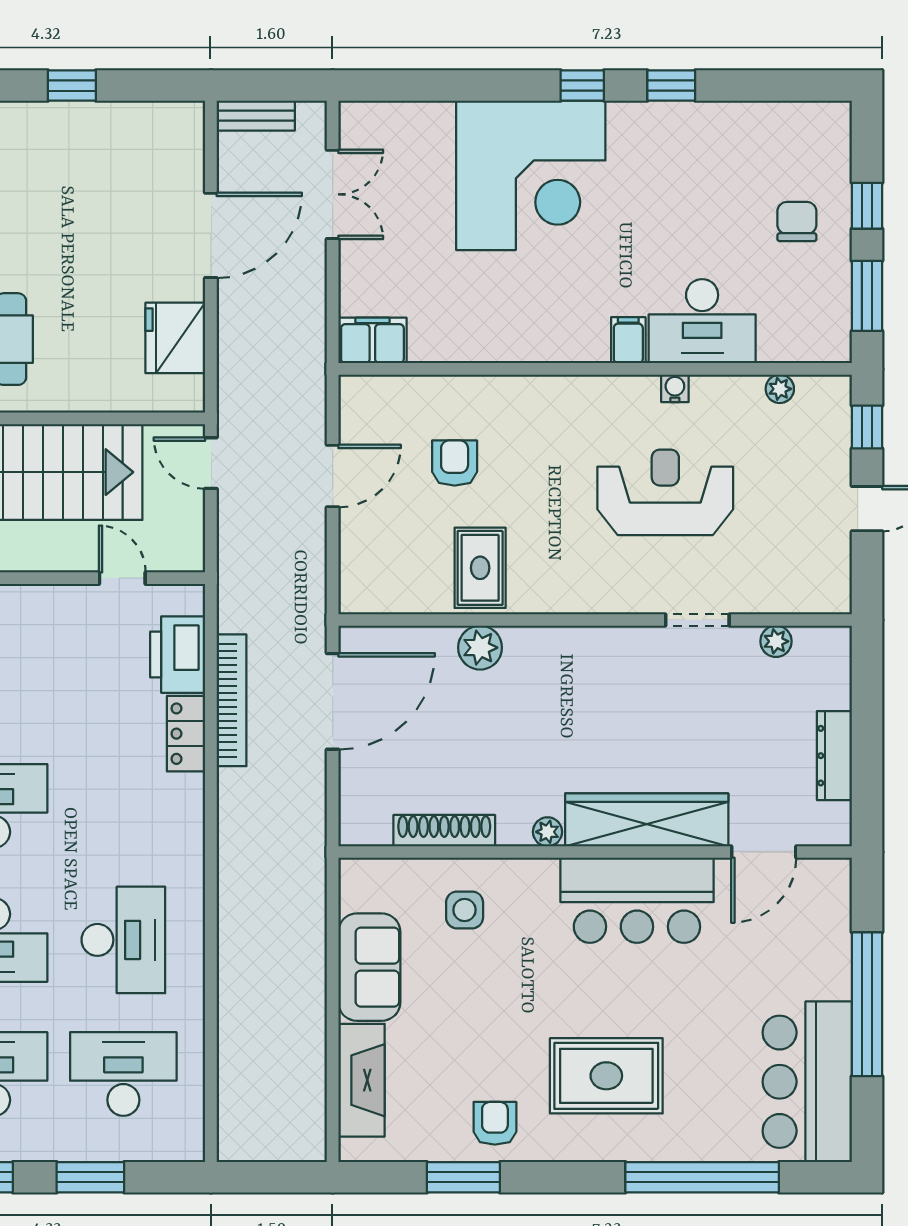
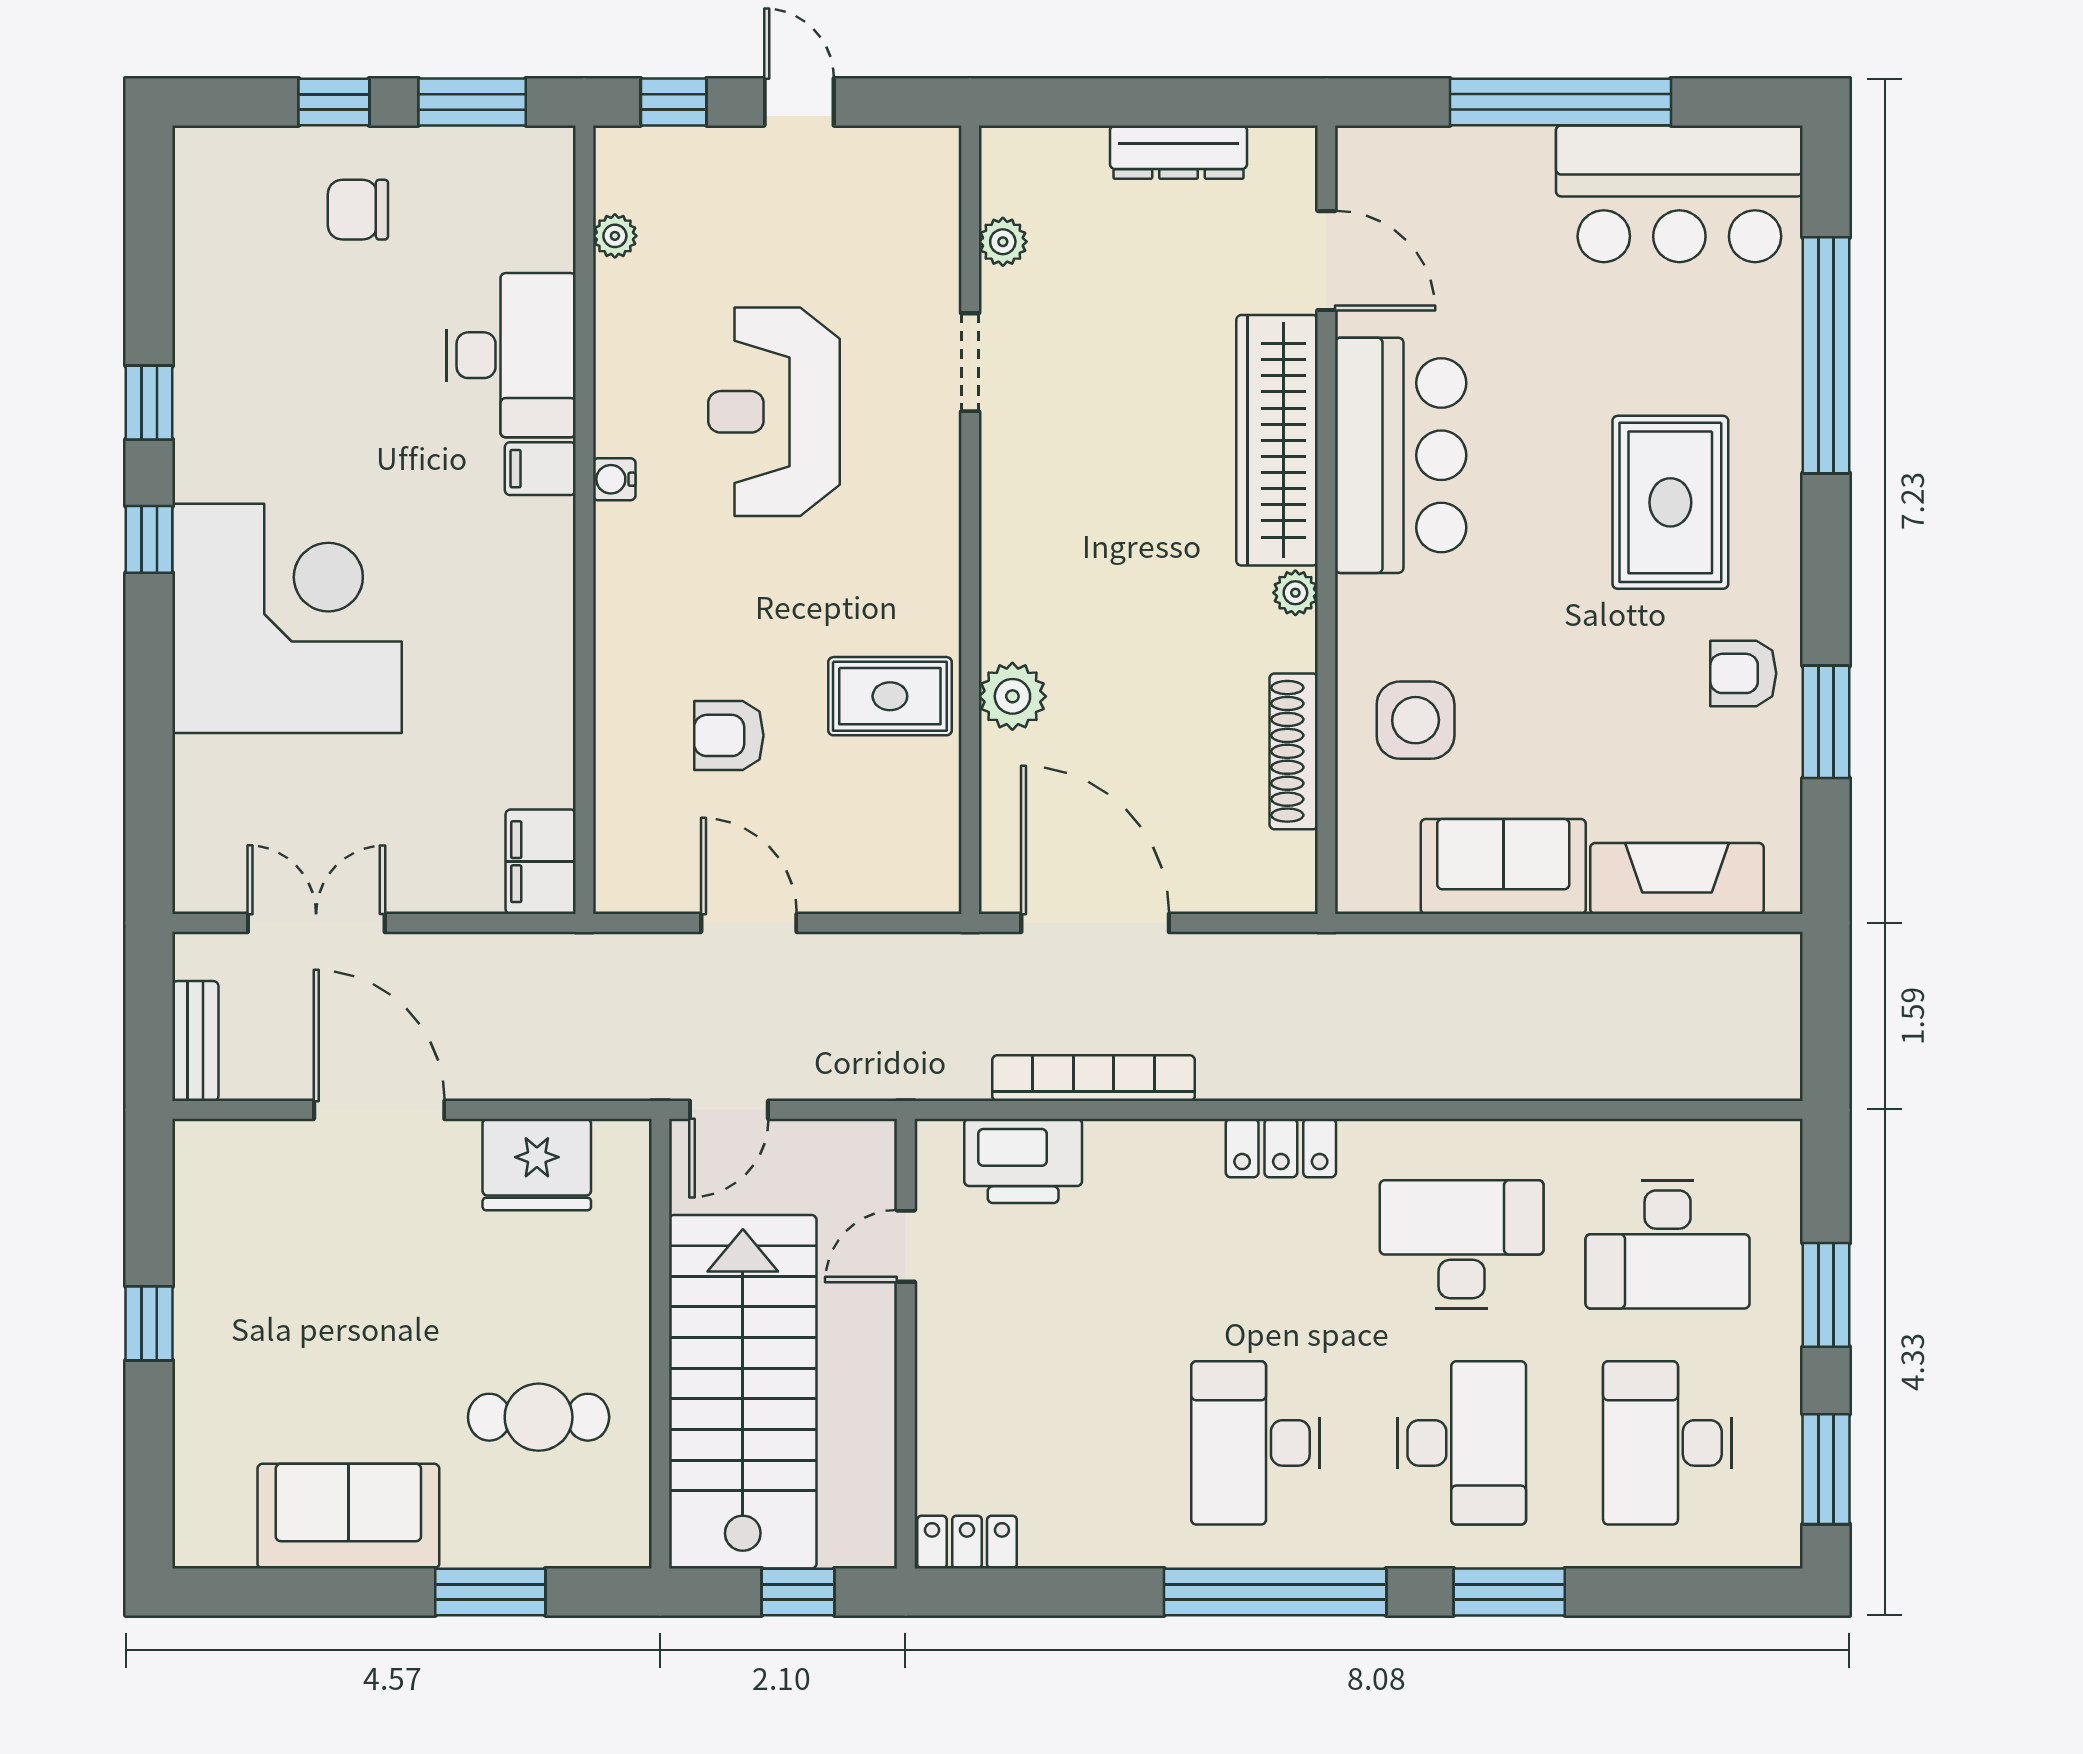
water cooler: (675, 388) -> (614, 479), moved
locker: (186, 734) -> (1281, 1148), moved
side table: (465, 910) -> (1416, 720), width x1.37, depth x1.37
desk: (123, 1074) -> (1668, 1244), turned -90

